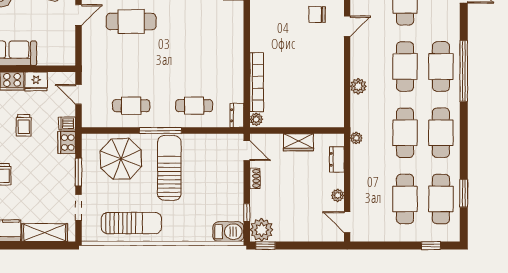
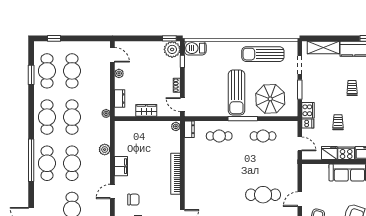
filing cabinet: (335, 62) -> (121, 166), added
bookcase: (257, 82) -> (176, 174), moved

